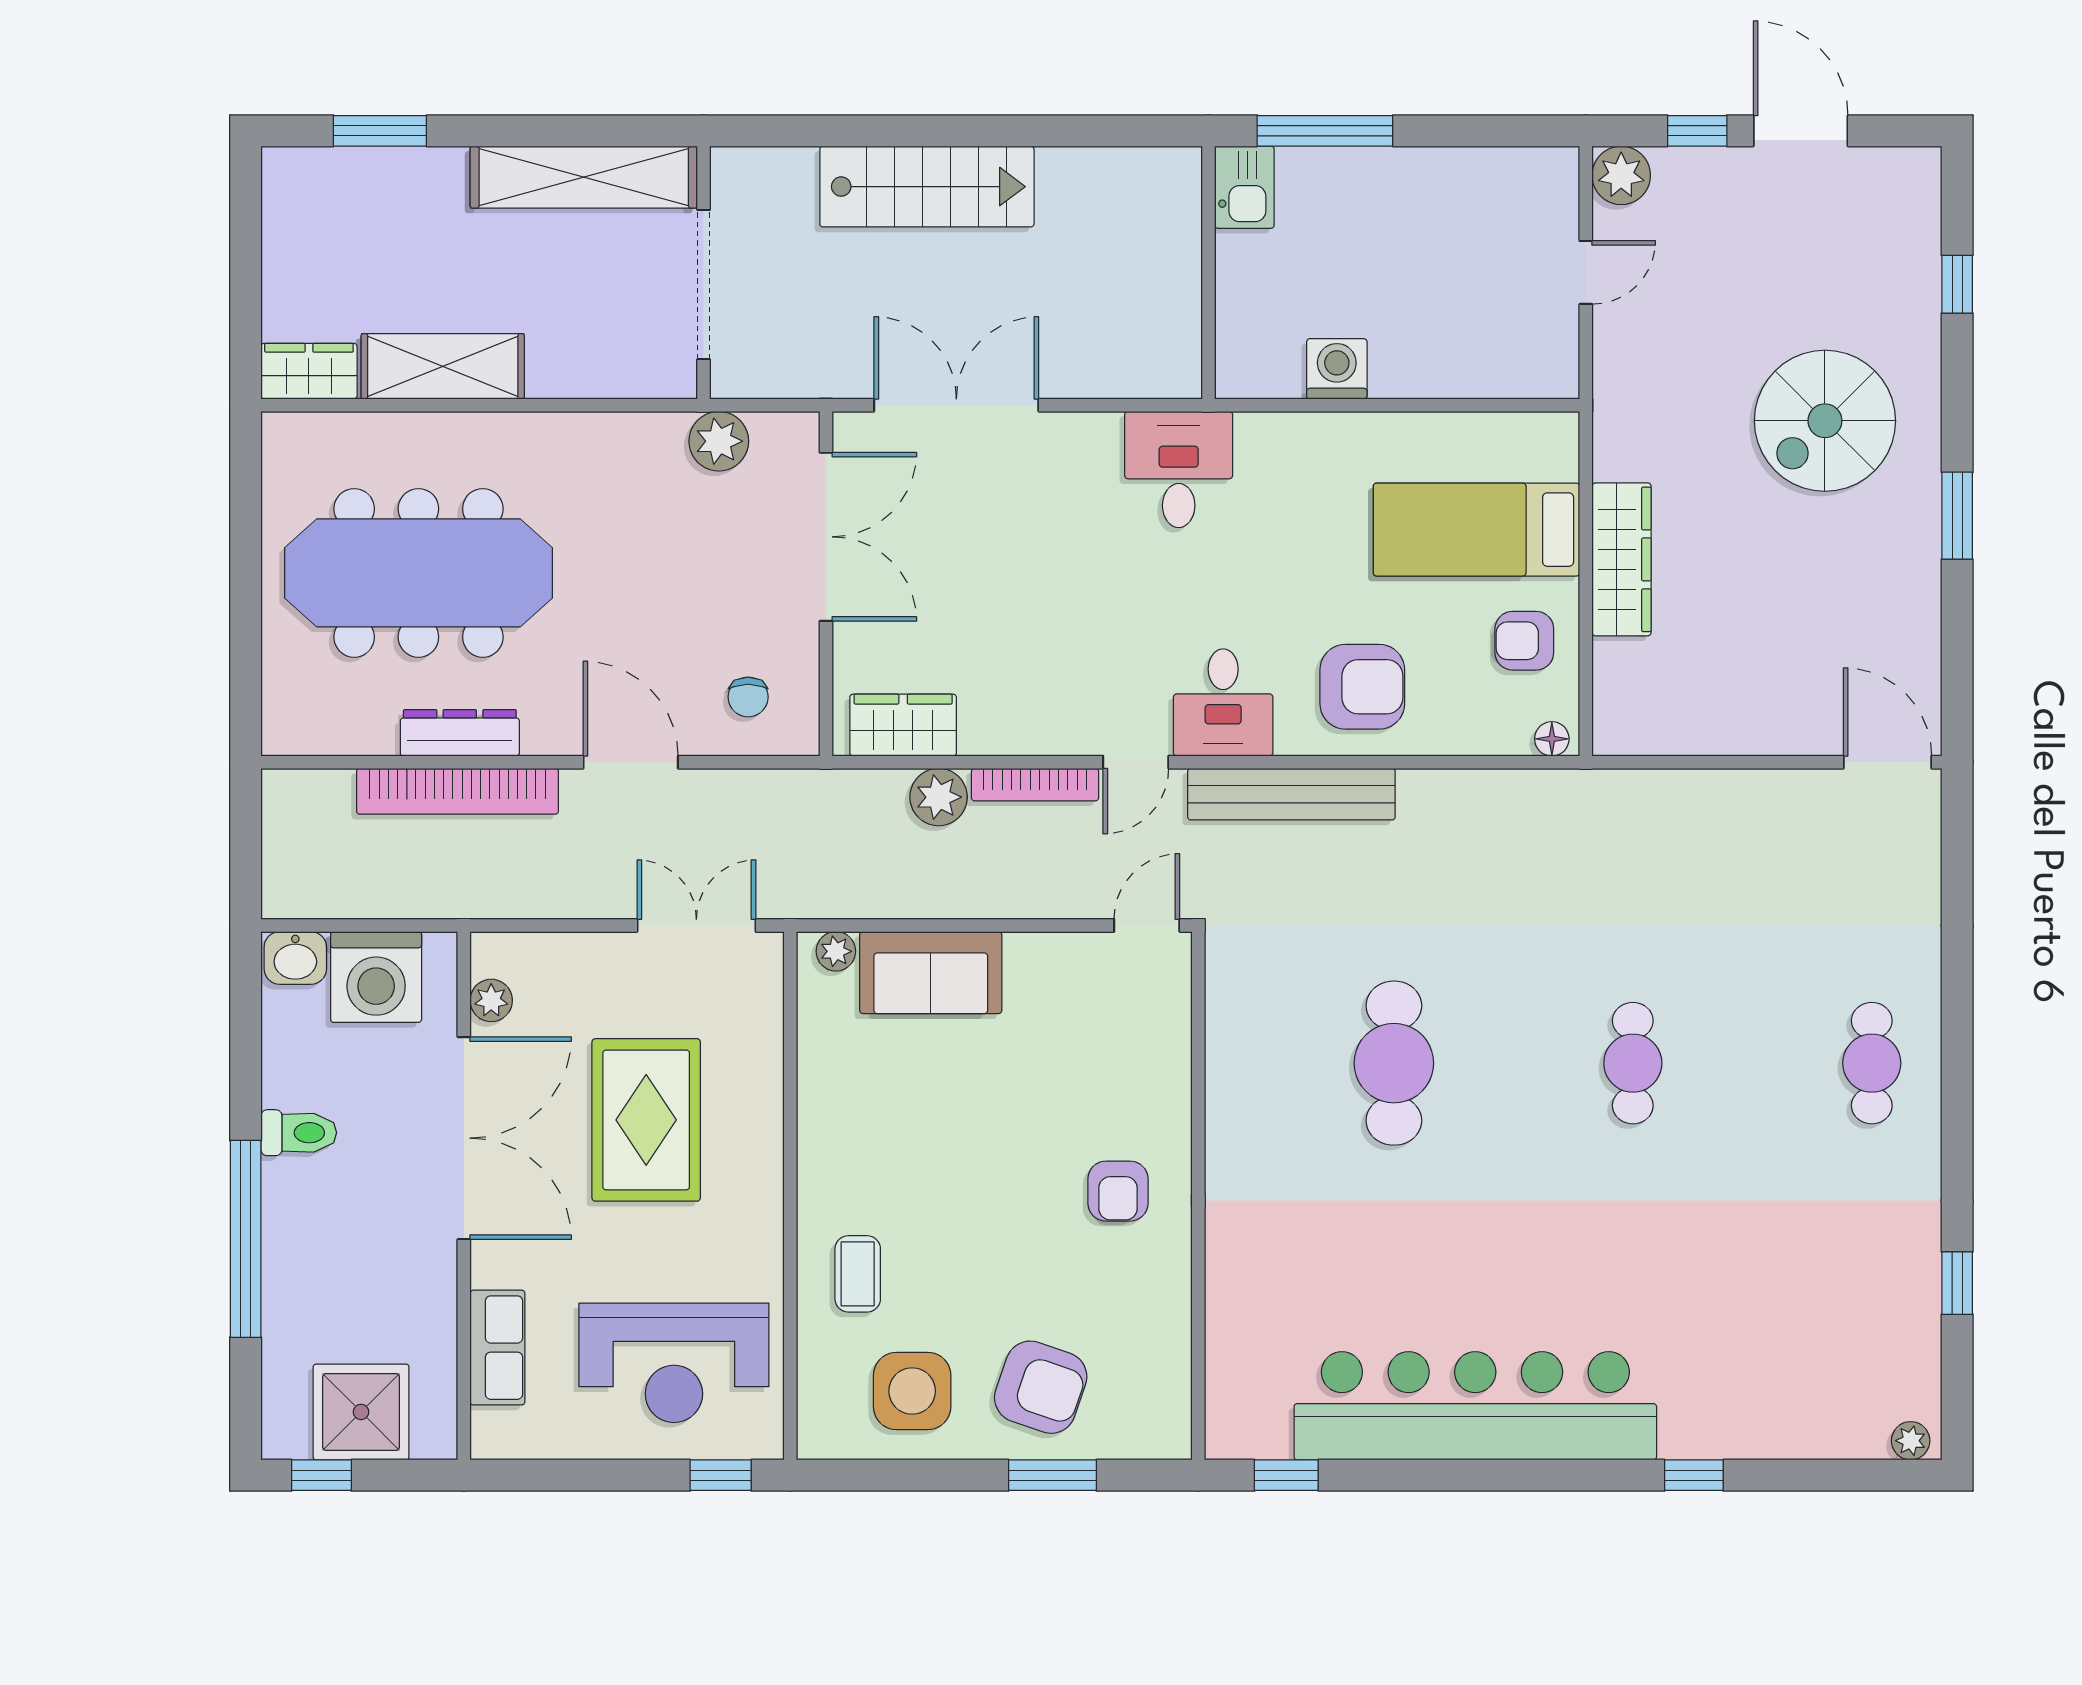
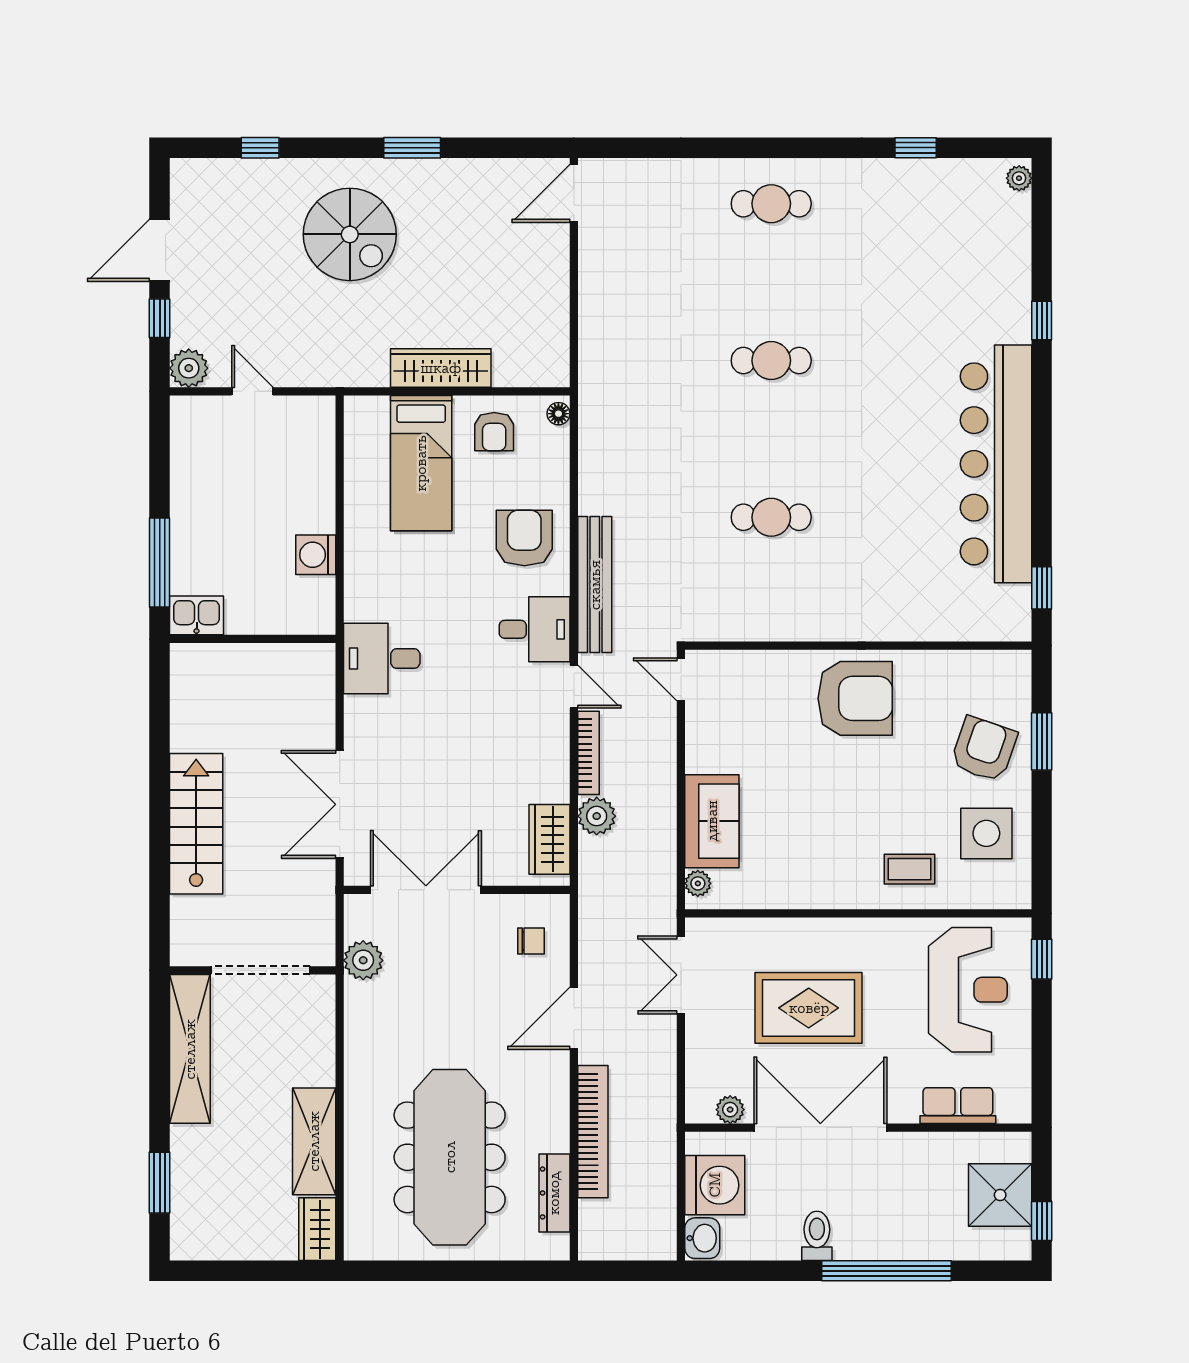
dresser: (460, 733) -> (554, 1193), moved
cafe table: (1394, 1063) -> (771, 517), width x0.73, depth x0.74
armchair: (1118, 1191) -> (855, 698), width x1.88, depth x1.88

